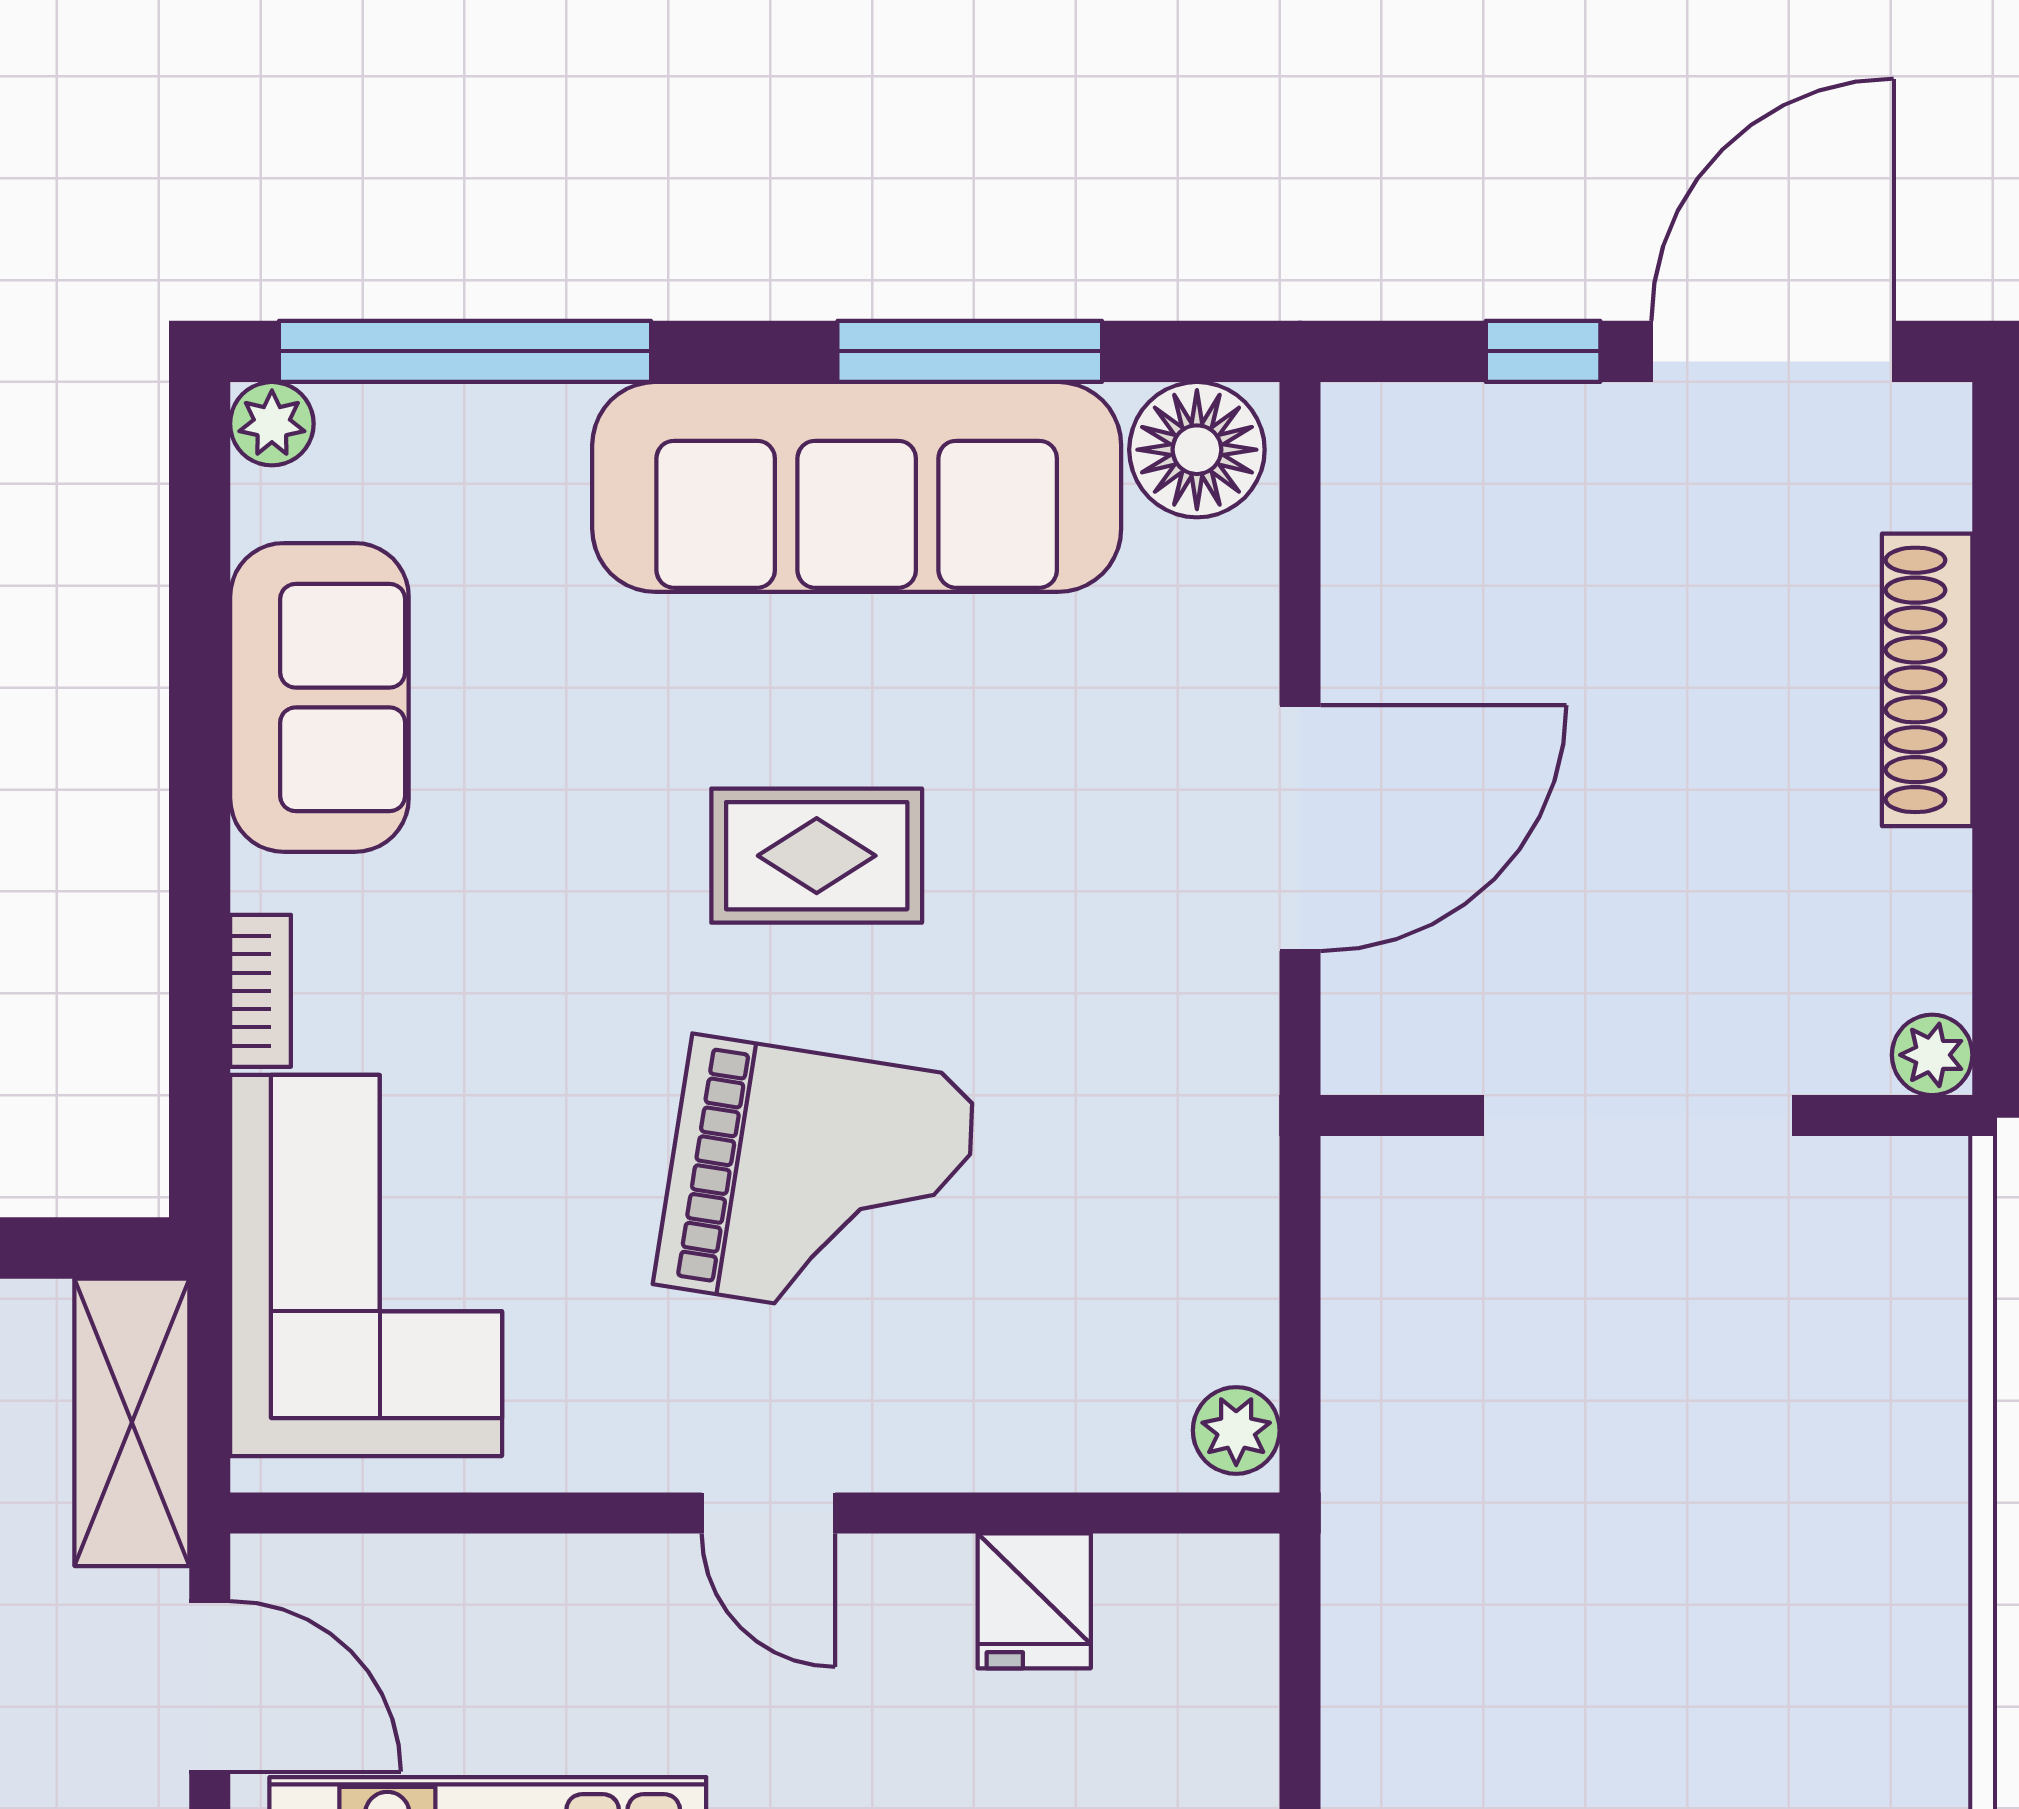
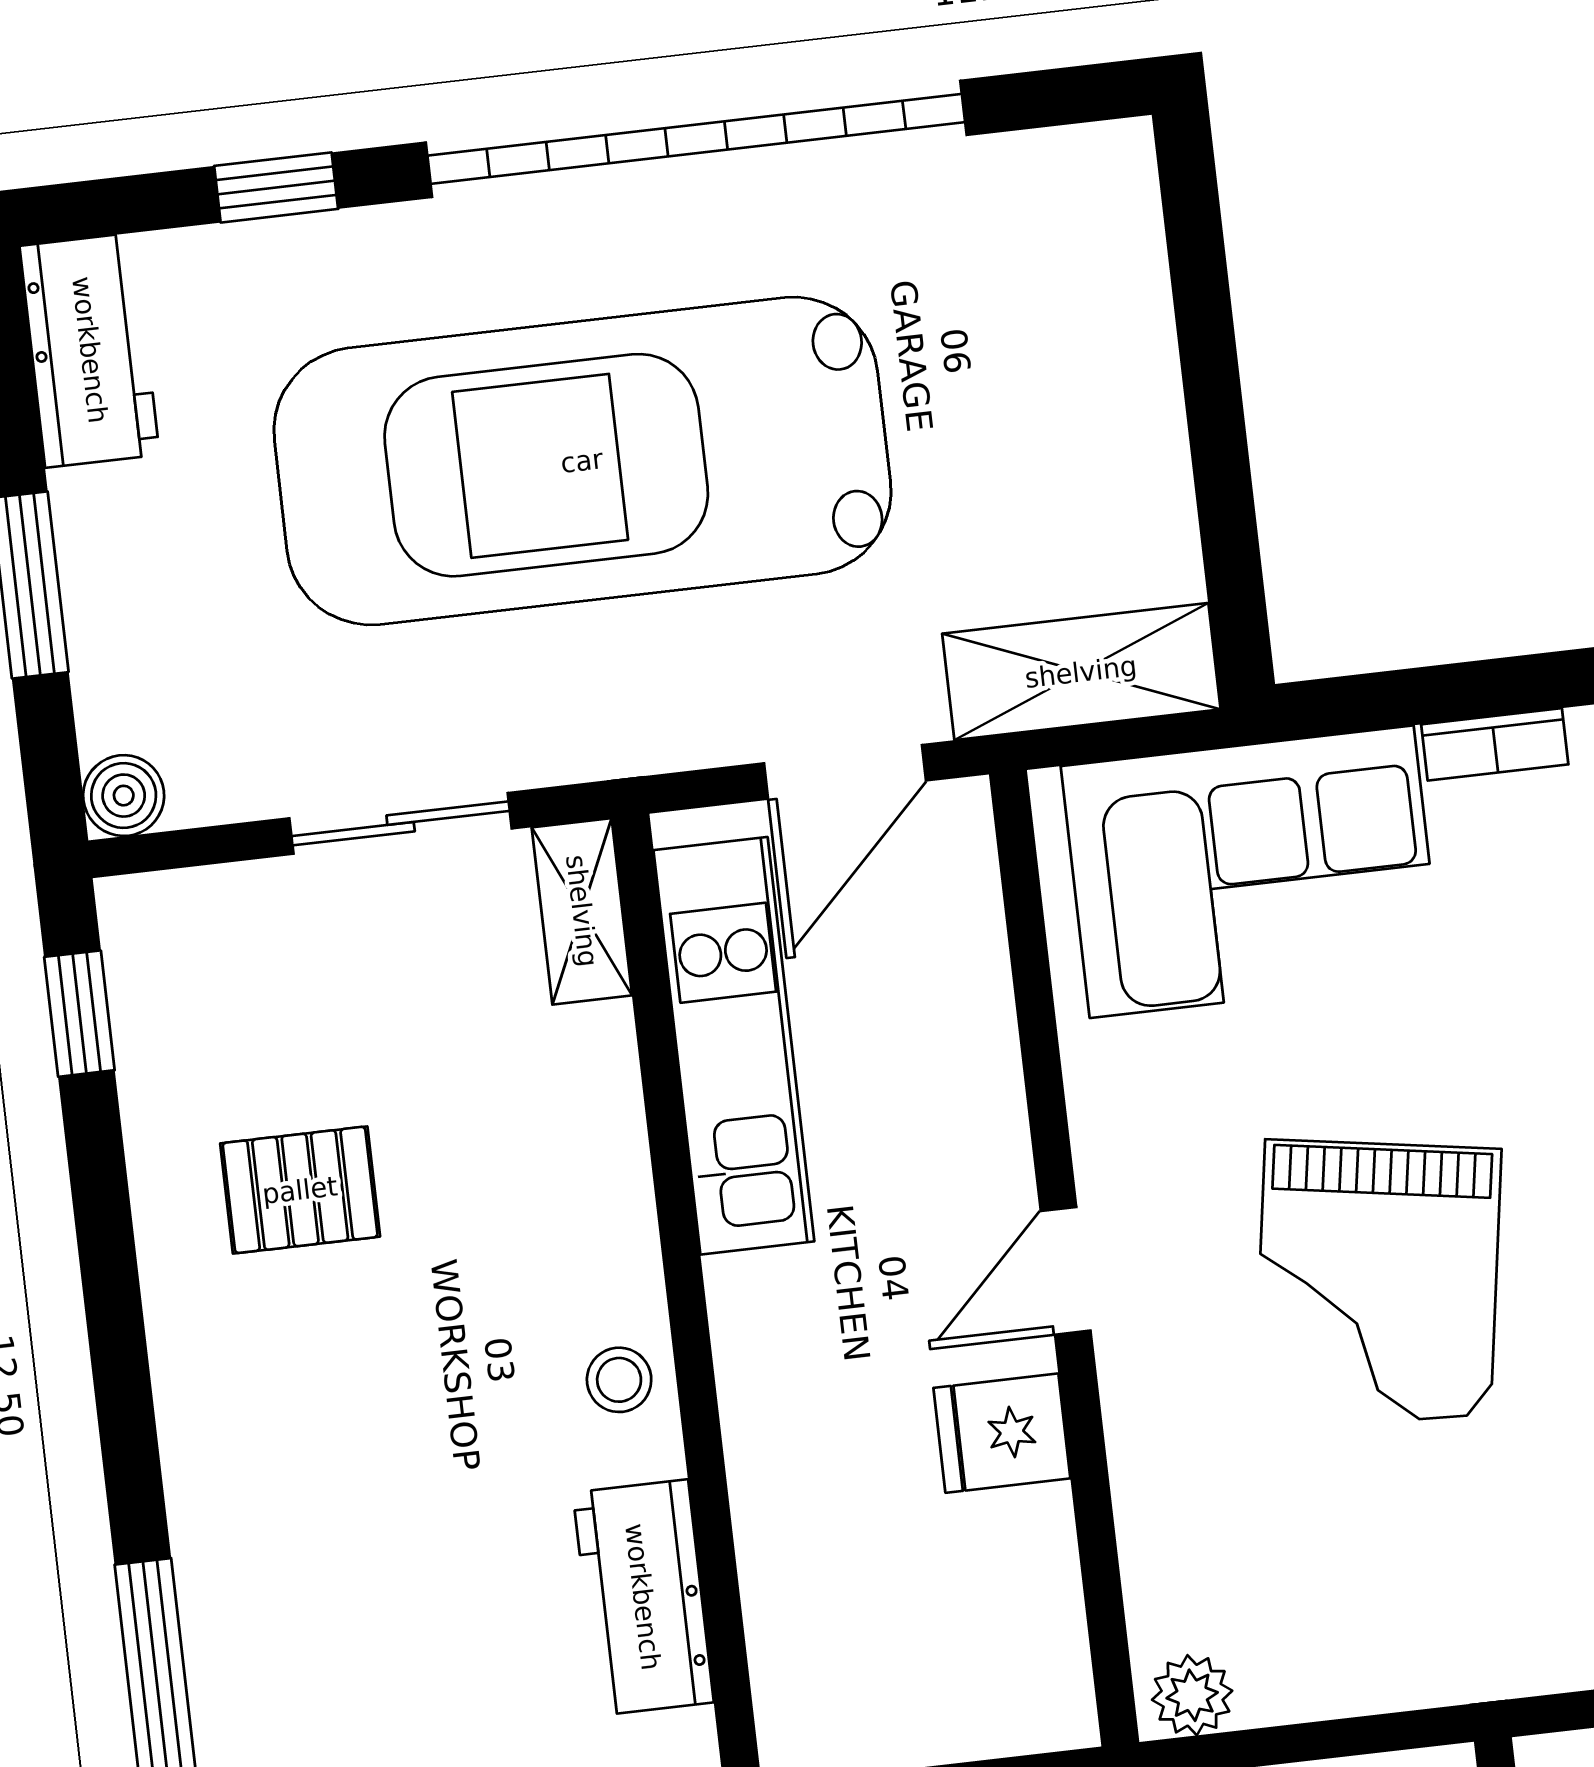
fridge: (1034, 1601) -> (1002, 1433), moved

